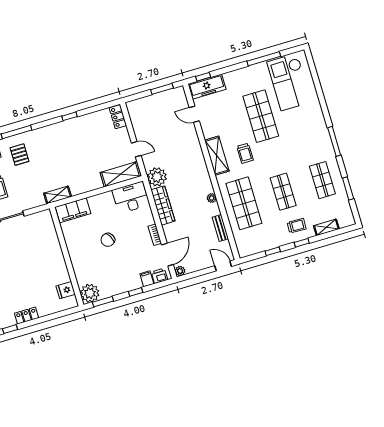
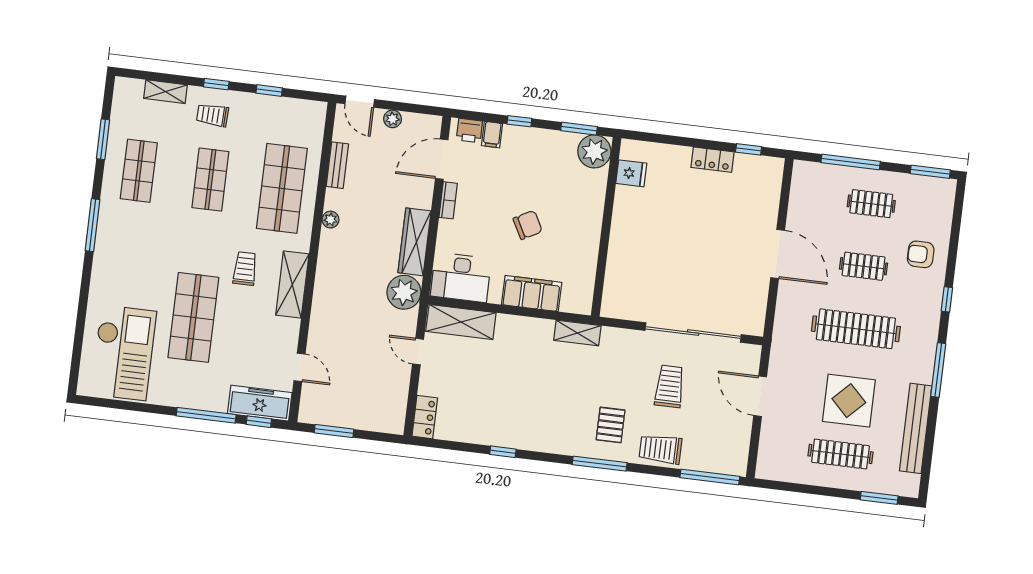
window: (264, 59) -> (206, 415), moved
filing cabinet: (73, 210) -> (532, 293), moved
plant: (180, 271) -> (393, 119), moved

